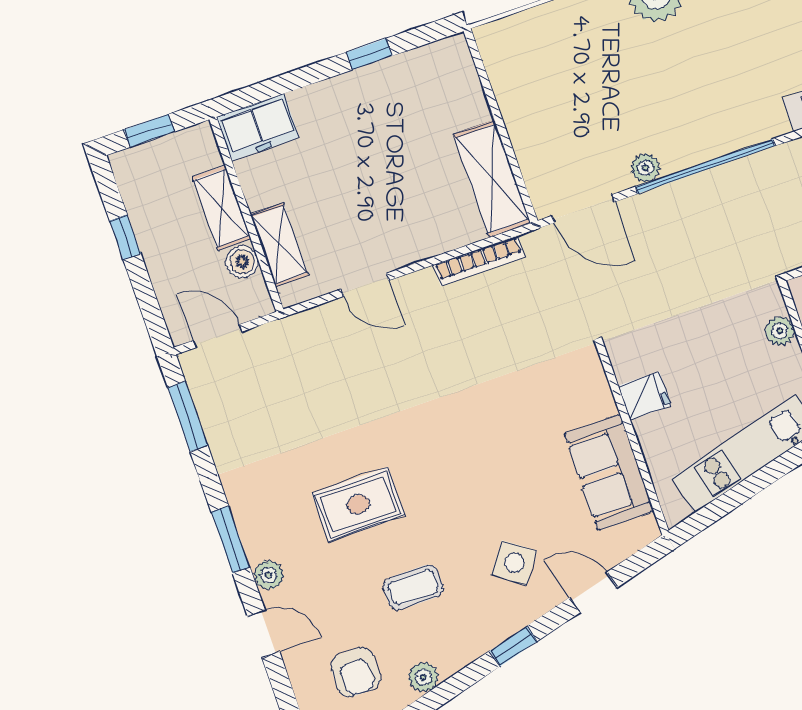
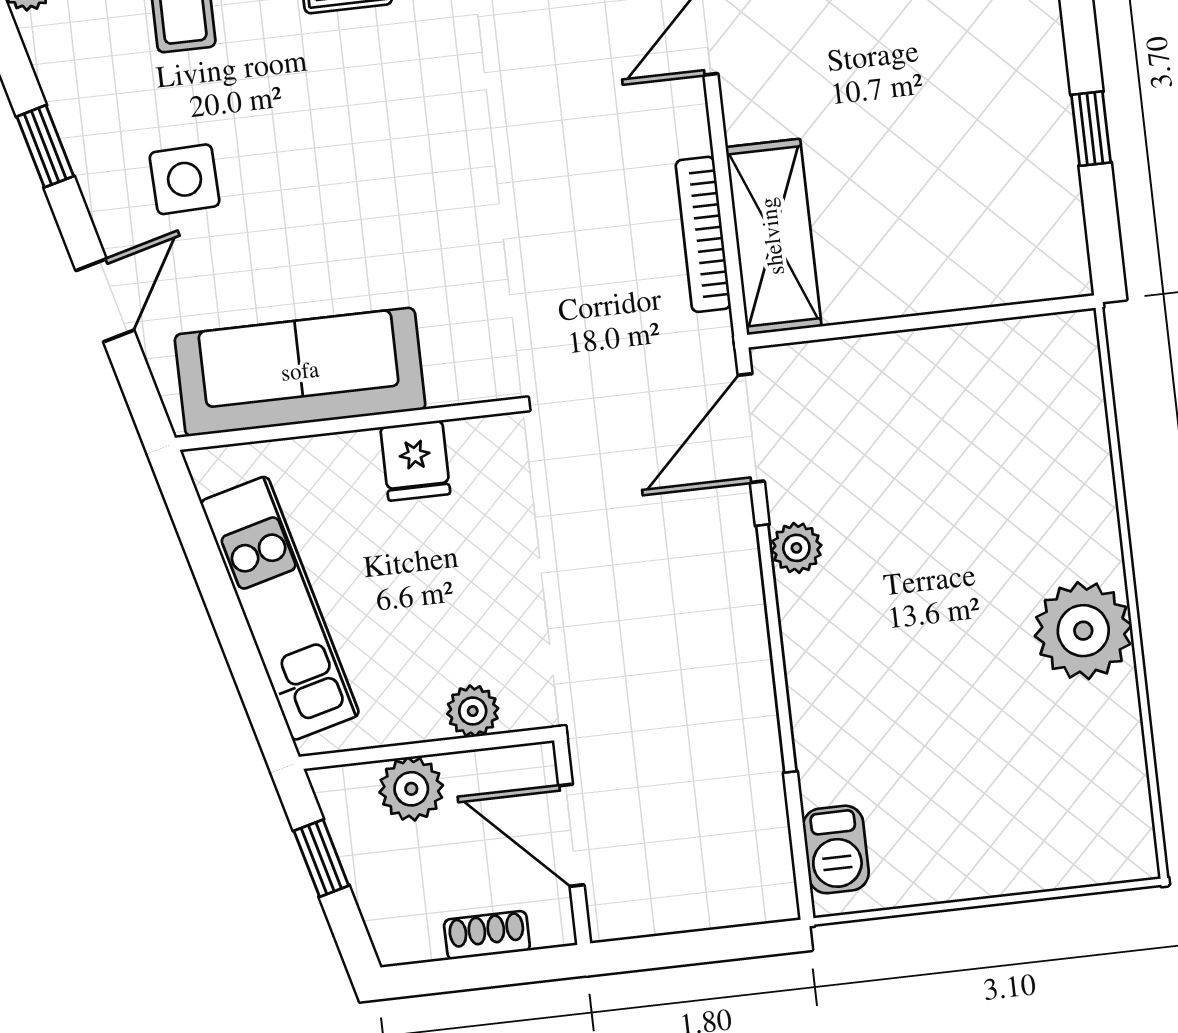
shelving: (492, 179) -> (773, 236), moved, turned 90
sofa: (609, 472) -> (300, 372), width x1.36
side table: (514, 563) -> (185, 179), turned -38

